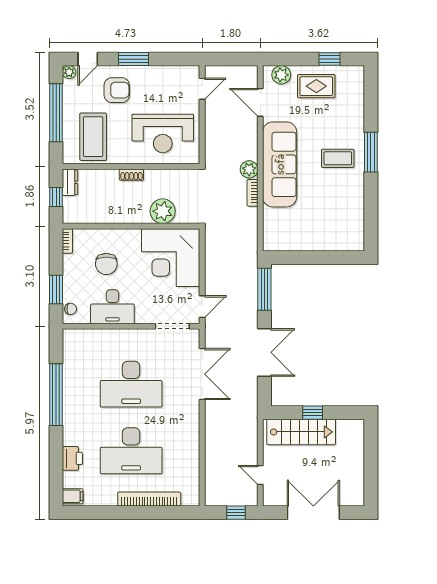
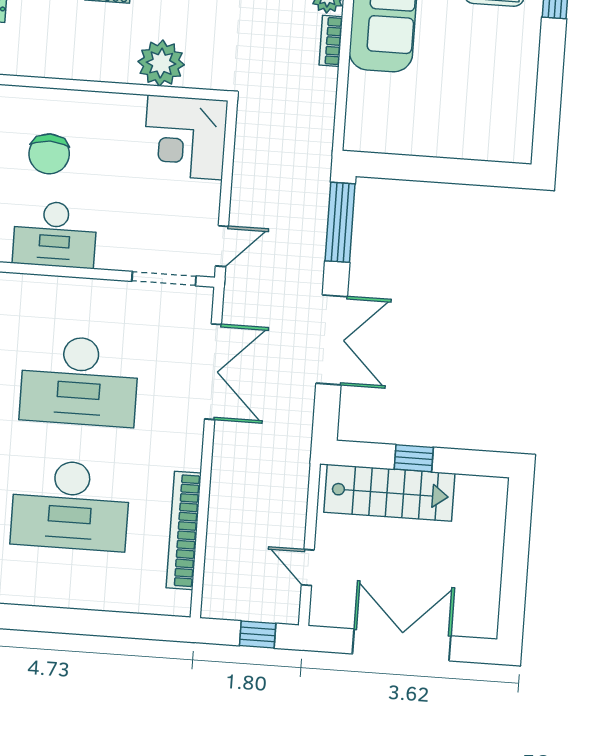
corner desk: (171, 258) -> (185, 137), width x0.74, depth x0.74
bookcase: (149, 499) -> (184, 530), moved, turned -90

